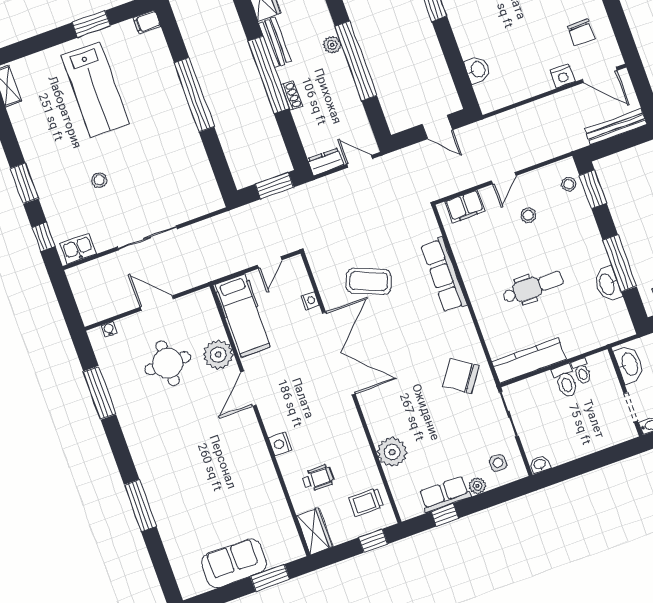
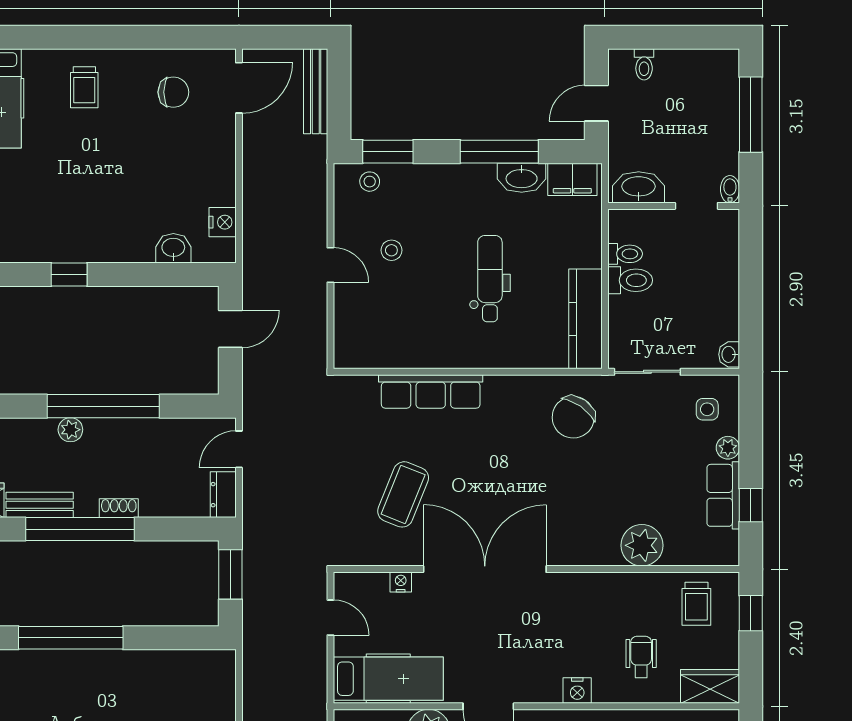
nightstand: (563, 76) -> (223, 222), moved
filing cabinet: (465, 206) -> (572, 179), moved, turned 90

